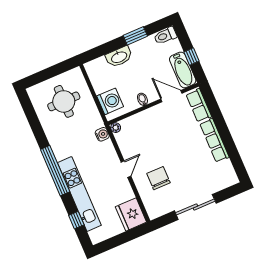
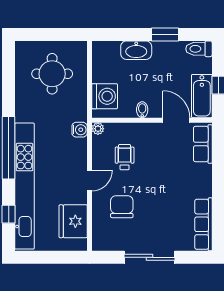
wheelchair: (145, 140) -> (125, 157), added
row of seats: (214, 140) -> (204, 224), moved
kitchen unit: (79, 194) -> (25, 186), width x1.36
fridge: (131, 214) -> (73, 221), moved

